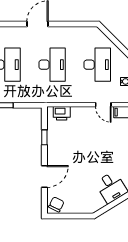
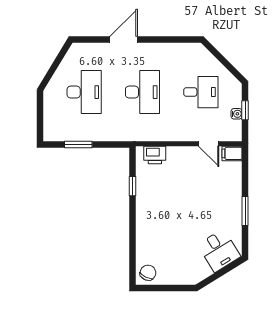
desk: (97, 65) -> (201, 92), width x0.73
door: (44, 176) -> (132, 237), removed

